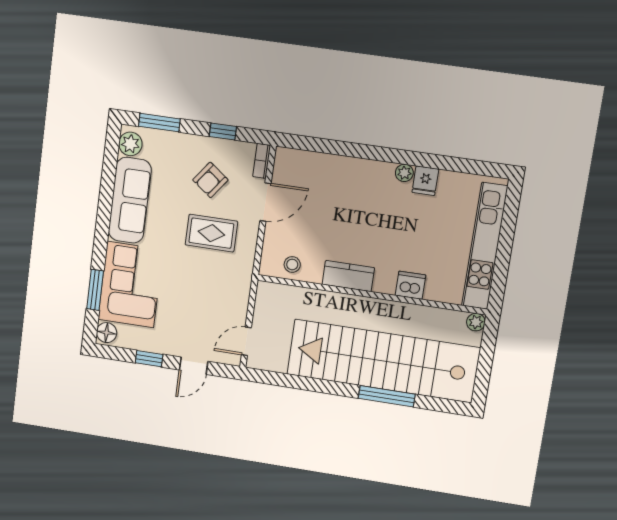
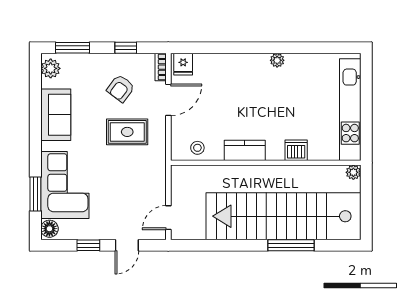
fridge: (425, 181) -> (183, 64), moved
sofa: (130, 200) -> (56, 115), width x0.73

